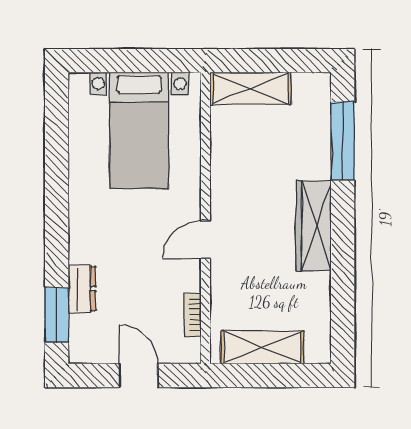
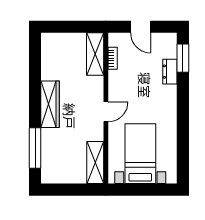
shelving: (251, 89) -> (95, 163), moved, turned 90
door: (205, 239) -> (106, 112), moved
shelving: (262, 347) -> (95, 54), moved, turned 90

